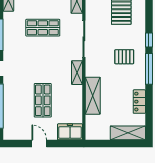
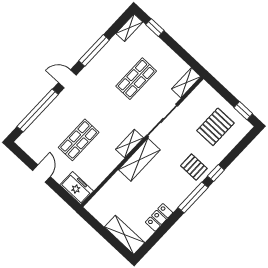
shop shelf: (43, 28) -> (136, 79), turned 90
pallet: (124, 57) -> (194, 167), moved
shelving: (93, 96) -> (139, 160), moved

